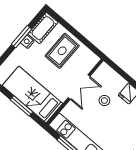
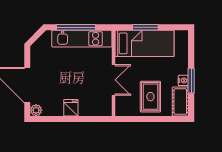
double door: (79, 87) -> (113, 80), swing flipped
stool: (104, 101) -> (85, 86), removed

